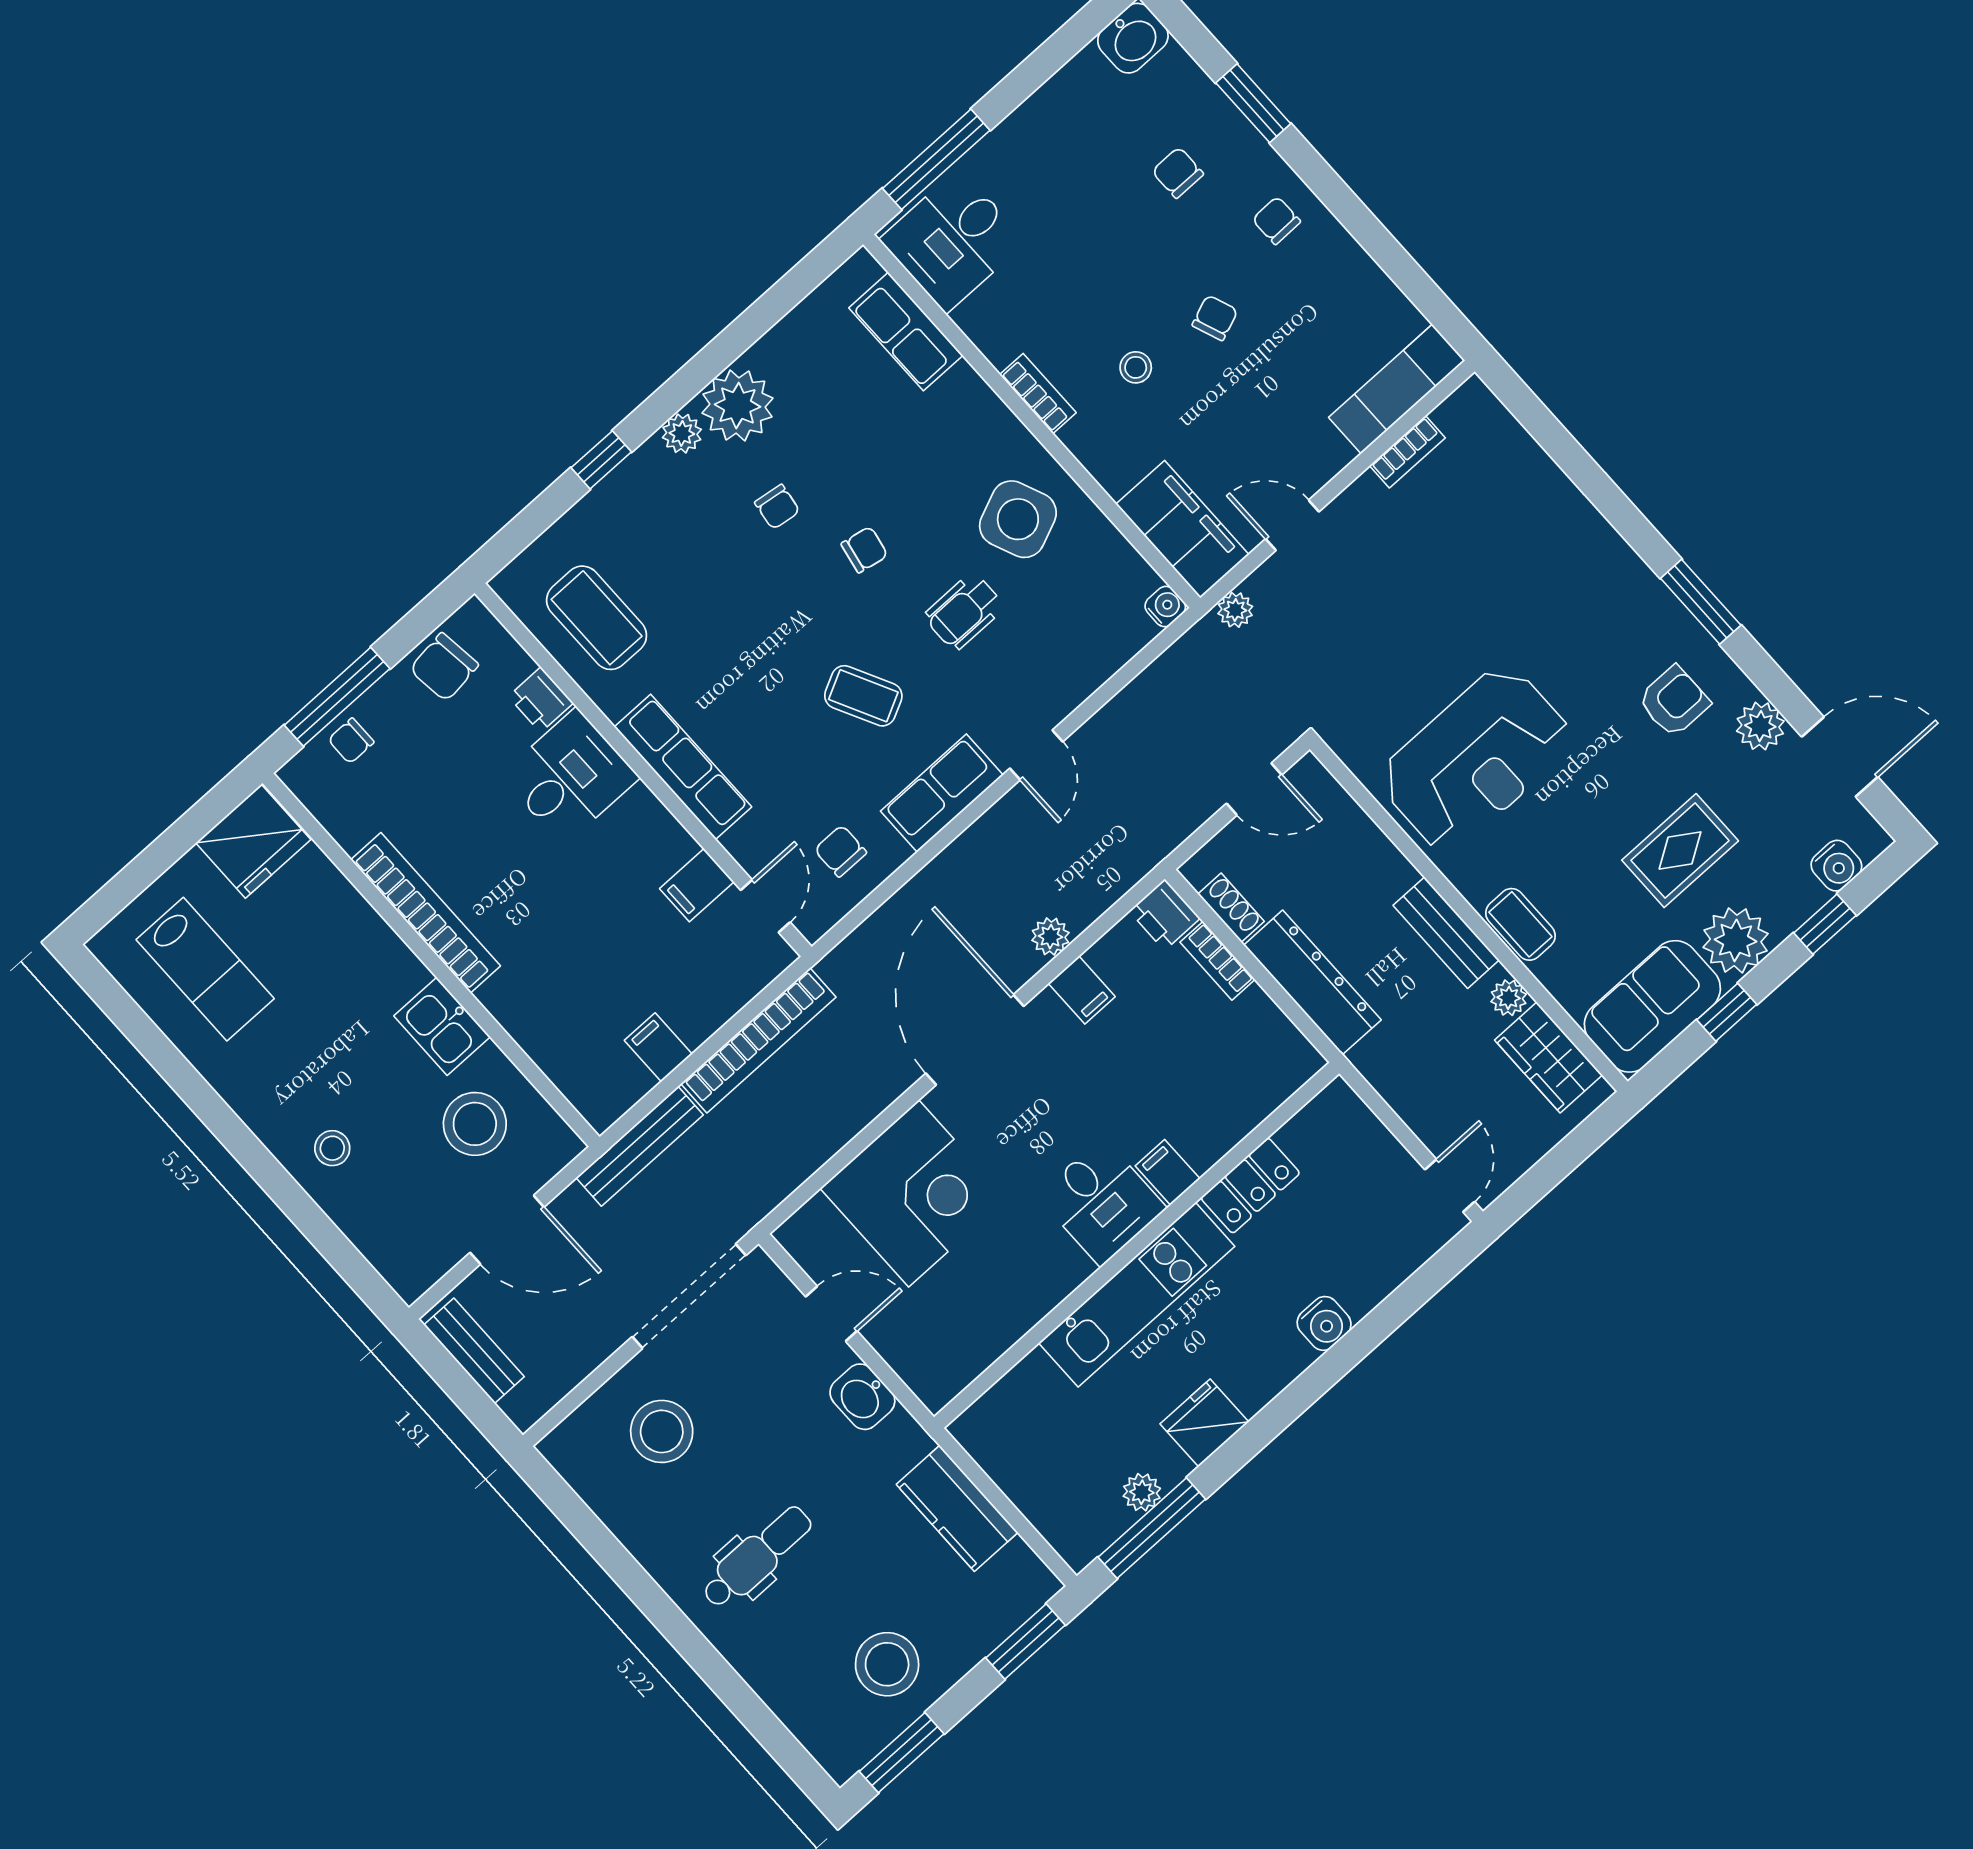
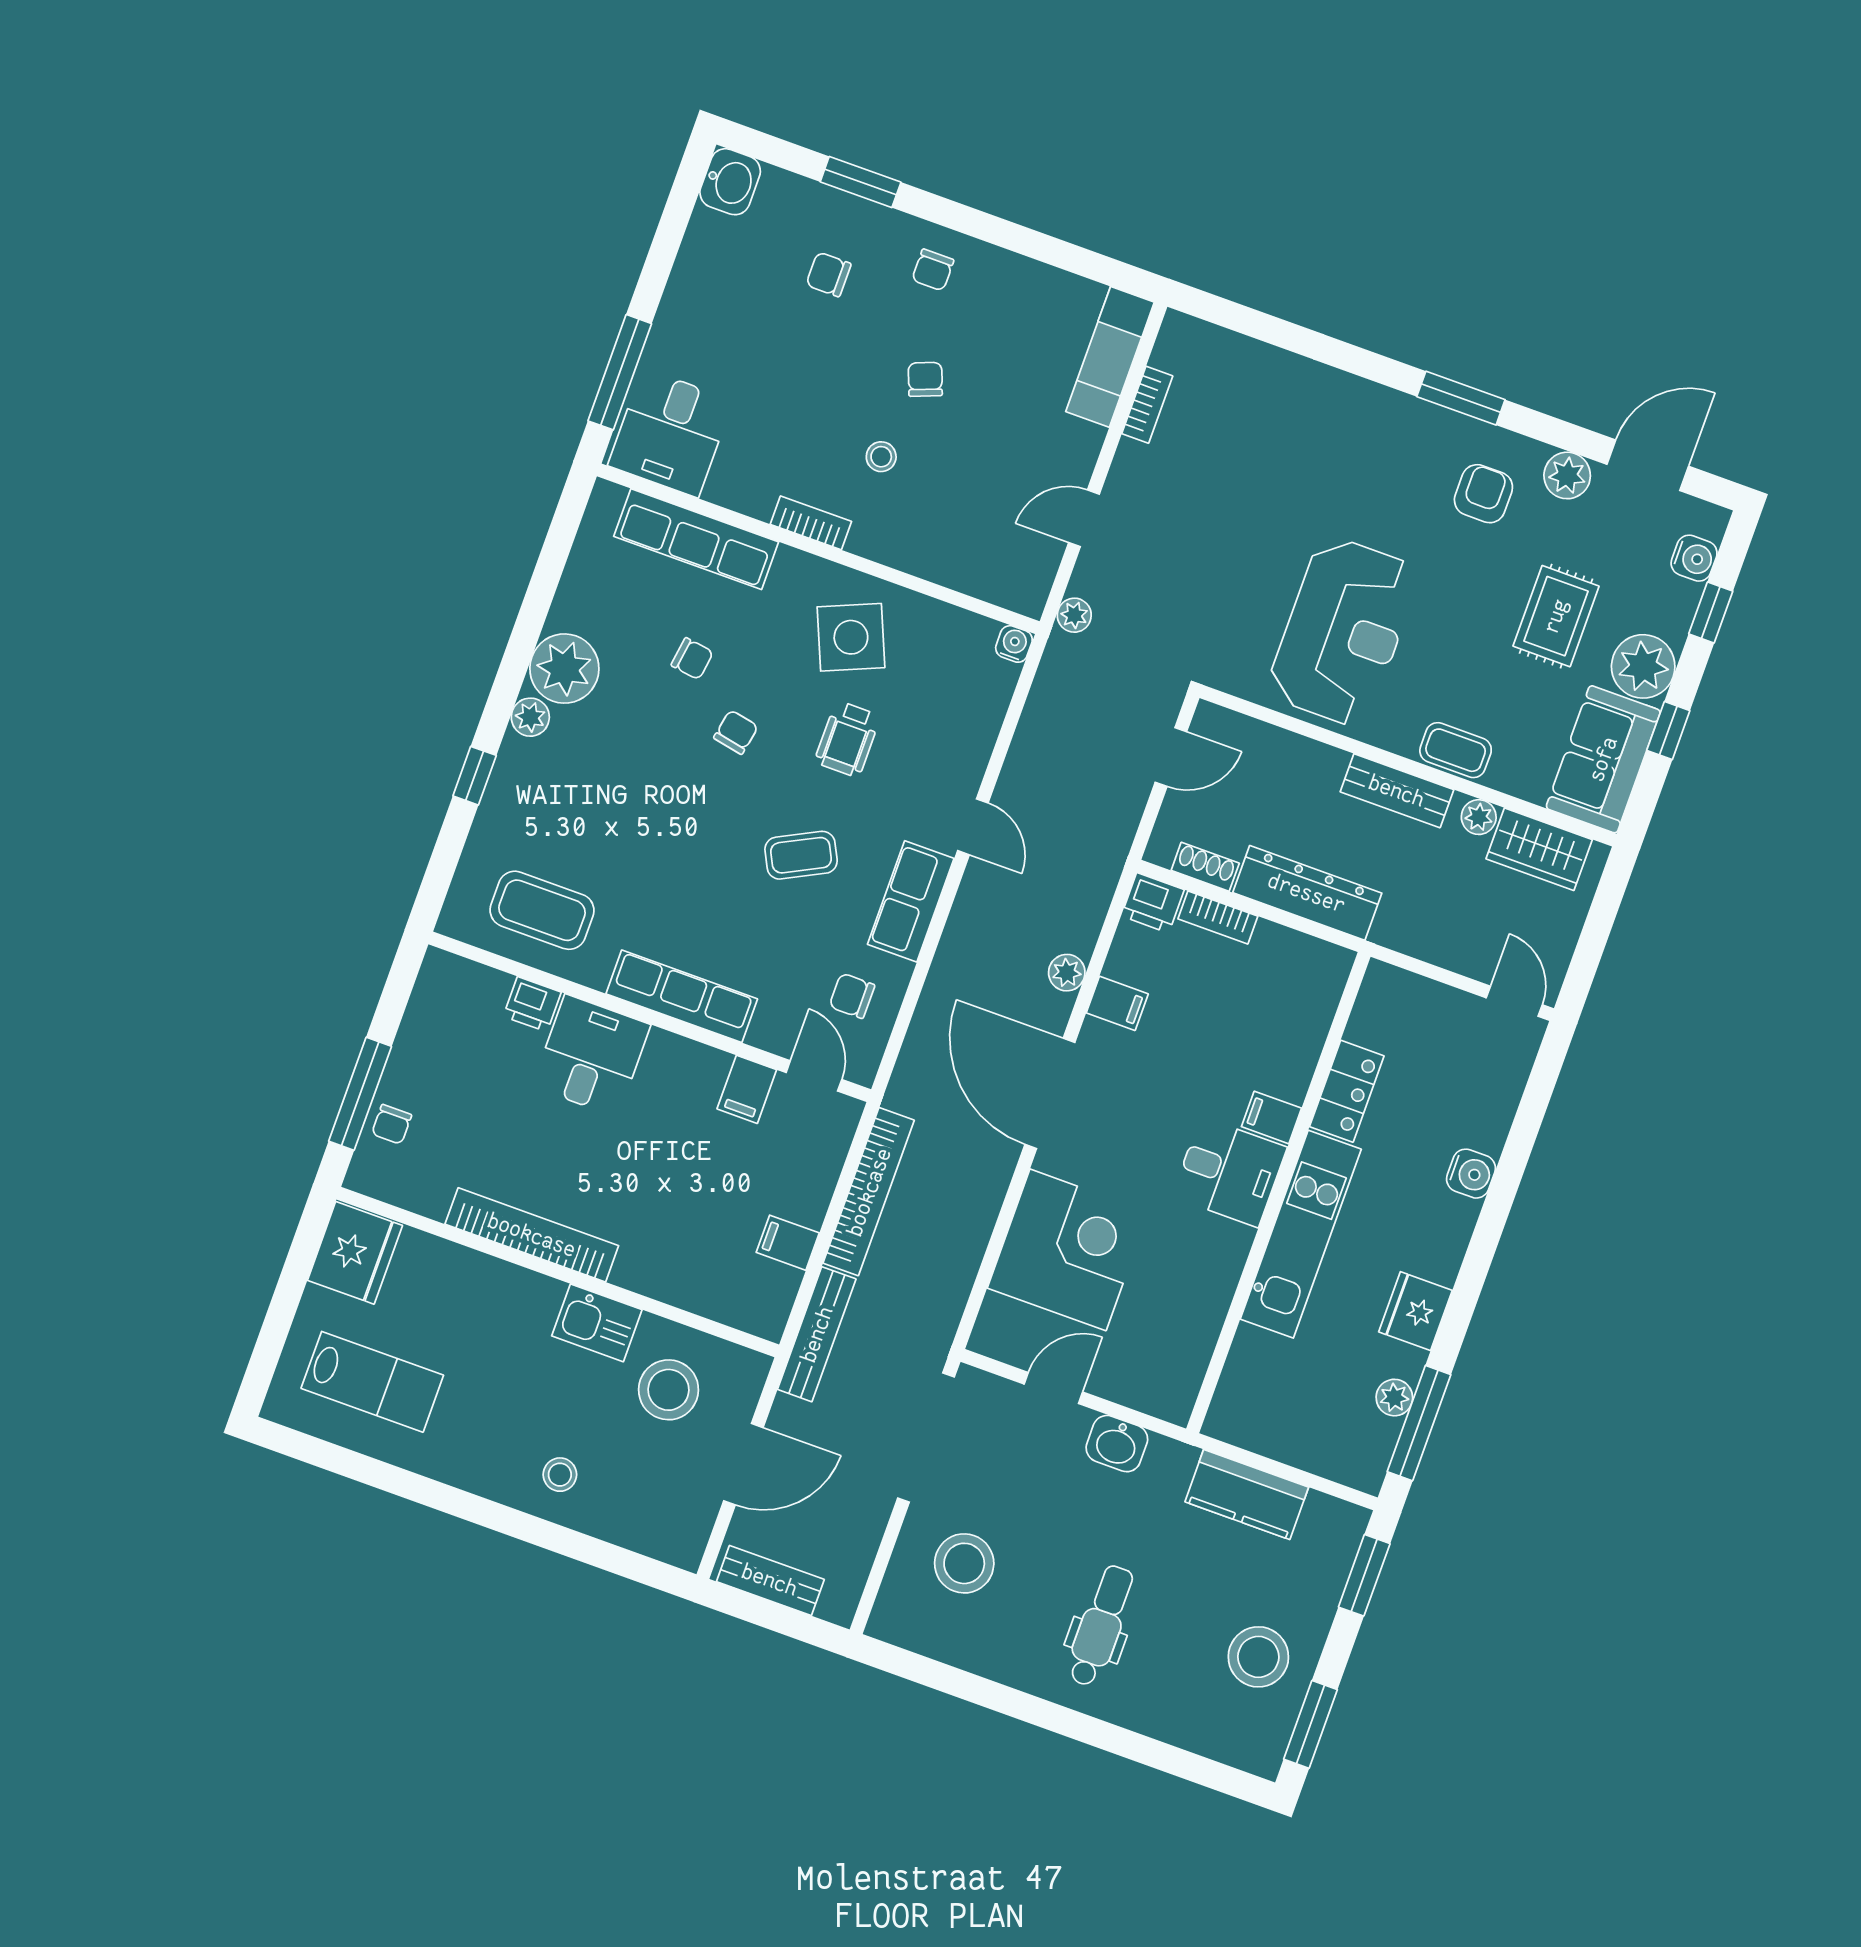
chair: (1276, 220) -> (933, 270), turned -89
row of seats: (906, 332) -> (696, 539), width x1.48
chair: (777, 507) -> (692, 659), moved
filing cabinet: (1182, 529) -> (993, 571), removed
chair: (444, 667) -> (436, 1021), removed

